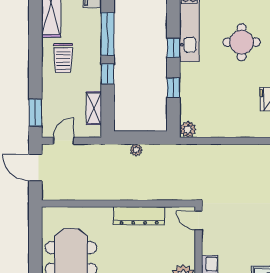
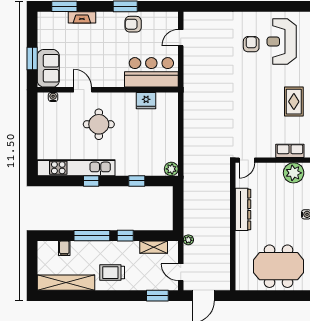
window: (173, 48) -> (91, 181), moved
trolley: (63, 58) -> (112, 273), turned 180
plant: (136, 150) -> (188, 240), moved

